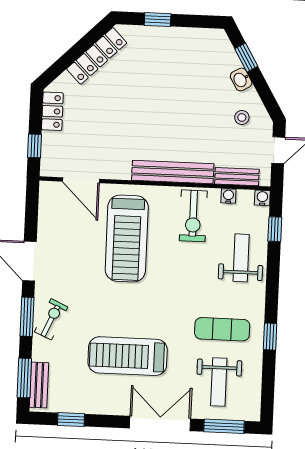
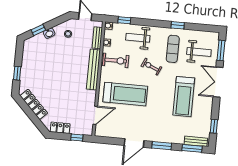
exercise bike: (51, 319) -> (151, 67), moved

